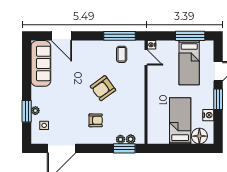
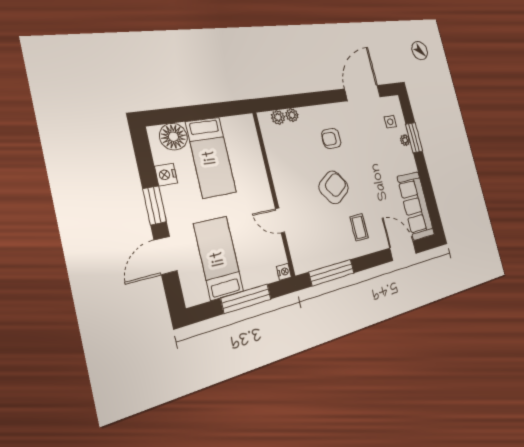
window: (190, 36) -> (246, 299), moved
coffee table: (122, 54) -> (359, 227), moved
door: (146, 57) -> (280, 220), moved
window: (124, 148) -> (283, 102), removed

